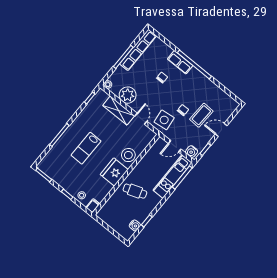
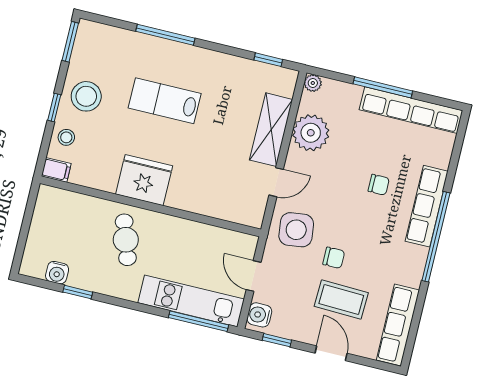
row of seats: (180, 62) -> (427, 206), width x1.48
row of seats: (223, 97) -> (398, 325), added
stool: (128, 155) -> (86, 96), moved

